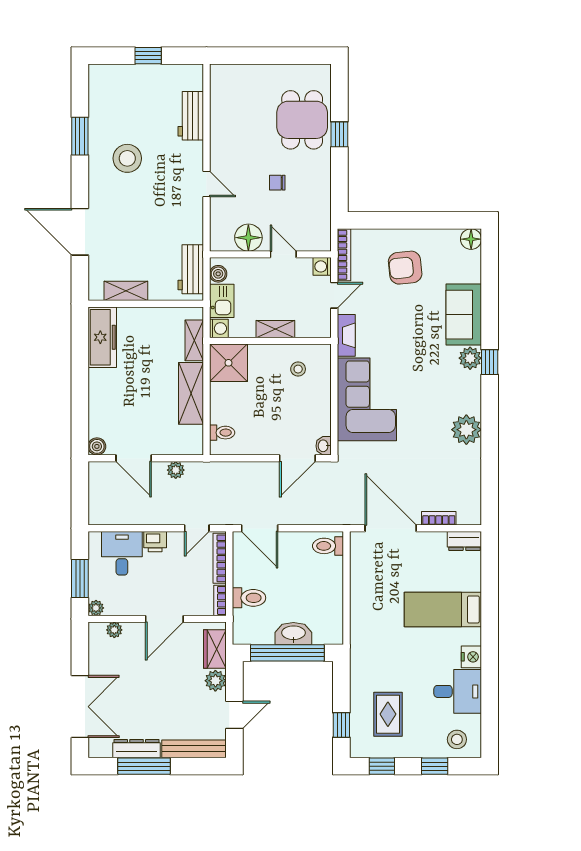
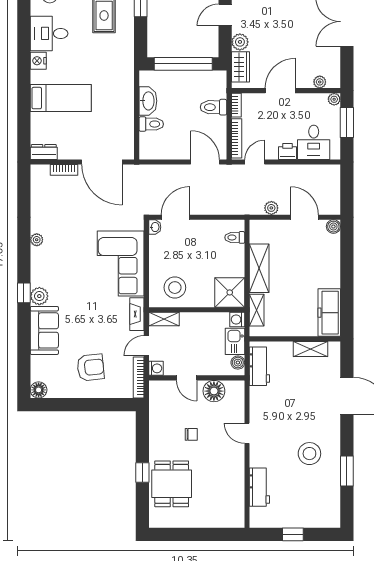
shelving: (275, 329) -> (164, 319), moved
stool: (298, 369) -> (175, 288), width x1.89, depth x1.89
plant: (466, 430) -> (37, 240), width x0.53, depth x0.53
toilet: (328, 546) -> (151, 124), moved
washbasin: (293, 633) -> (148, 101), moved, turned -90

